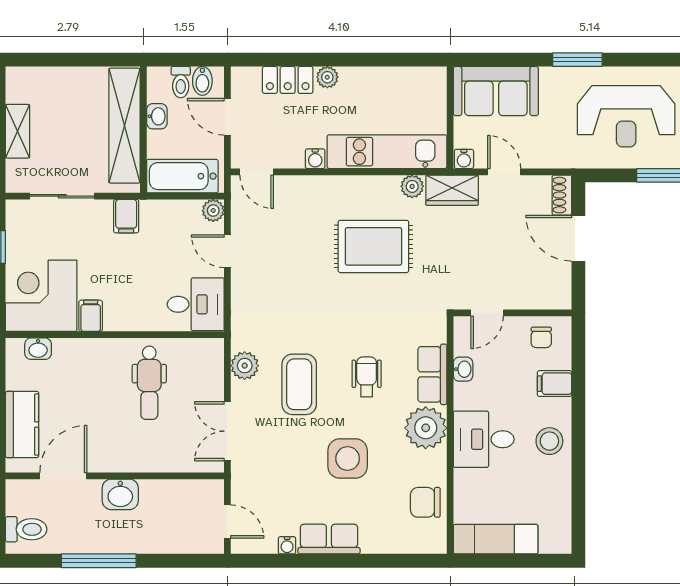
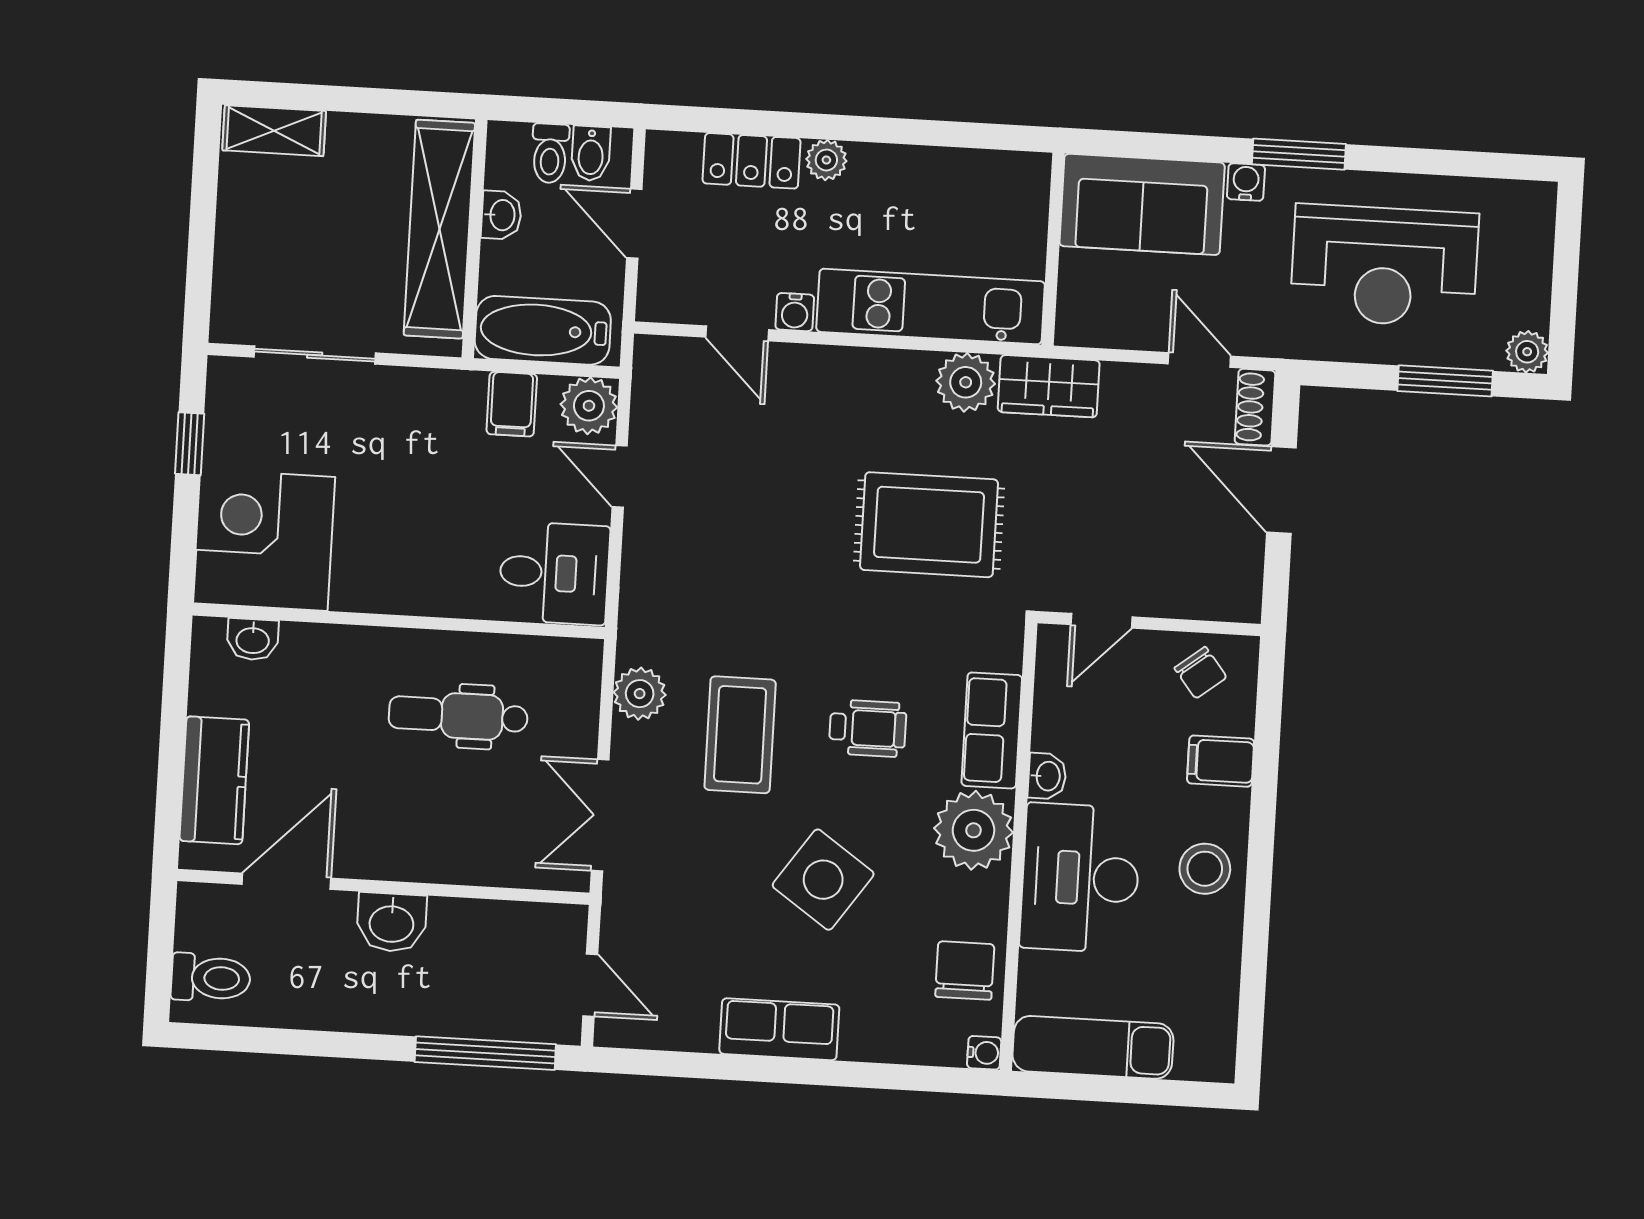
shelving: (18, 131) -> (274, 131), moved, turned 90
water cooler: (464, 159) -> (1246, 182), moved, turned 180
door: (257, 172) -> (737, 333), moved
door: (504, 172) -> (1199, 360), moved
plant: (412, 186) -> (966, 382), width x1.38, depth x1.38
plant: (213, 211) -> (589, 406), width x1.38, depth x1.38
filing cabinet: (126, 216) -> (512, 404), moved
rug: (373, 246) -> (929, 525), moved
filing cabinet: (91, 316) -> (355, 583), removed
chair: (541, 337) -> (1201, 673), turned -38
washbasin: (463, 369) -> (1047, 776), moved
wheelchair: (367, 377) -> (868, 728), turned 90
dental chair: (149, 383) -> (458, 716), turned 90
desk: (484, 439) -> (1080, 878), width x1.37
side table: (348, 459) -> (823, 880), turned 35
chair: (425, 502) -> (965, 971), turned 90
water cooler: (287, 545) -> (984, 1053), moved, turned -90
window: (99, 561) -> (485, 1053), moved

